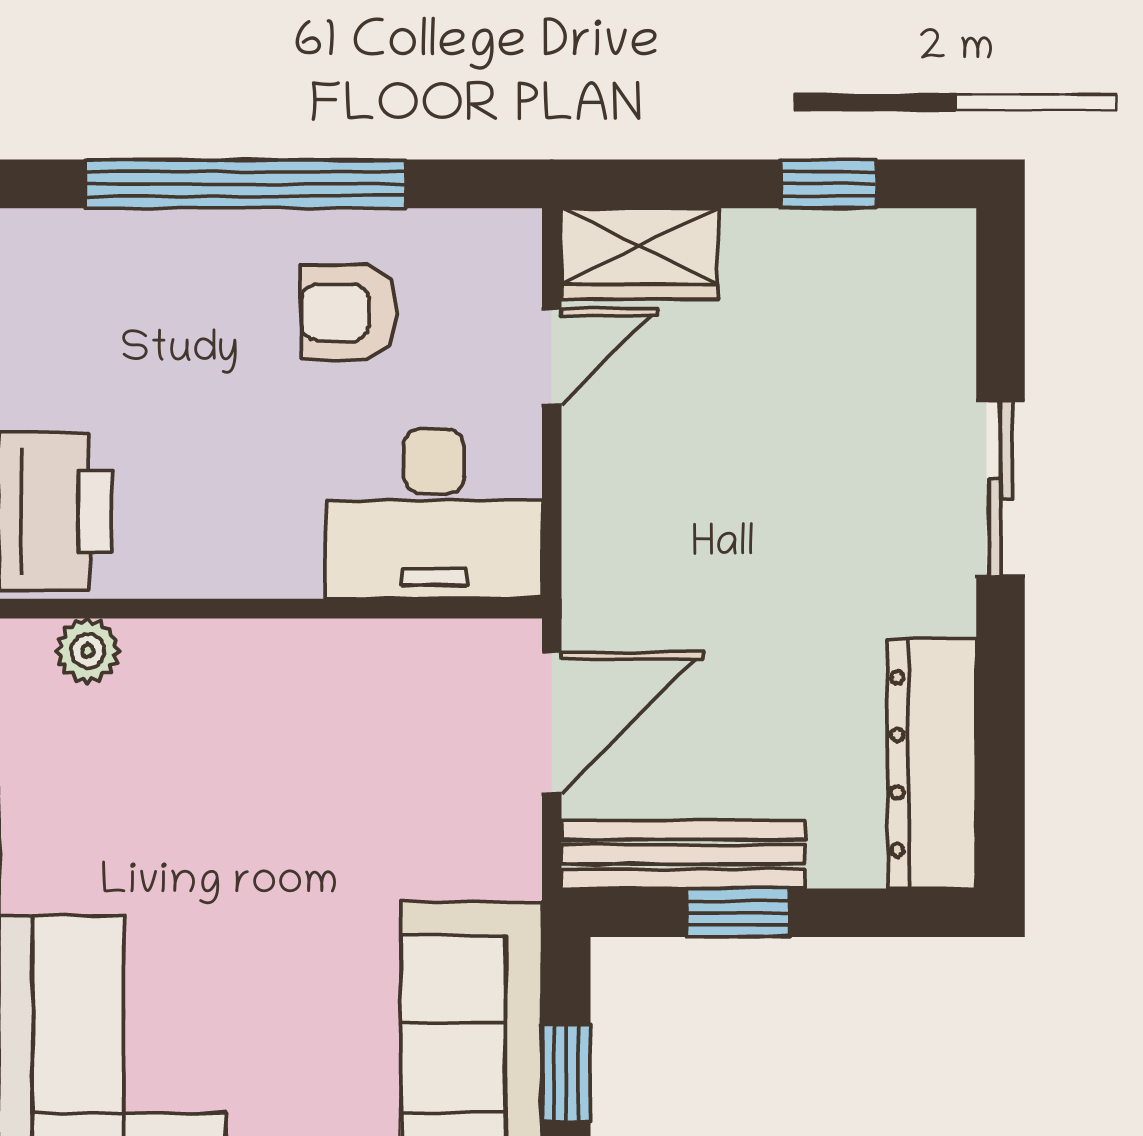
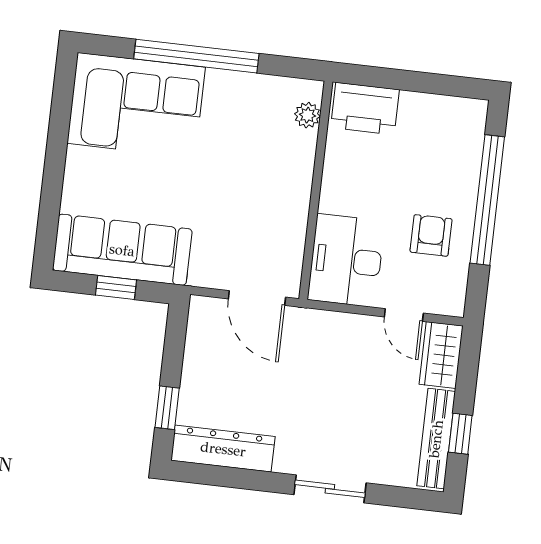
bench: (683, 854) -> (436, 439), moved
window: (738, 913) -> (167, 408), moved

